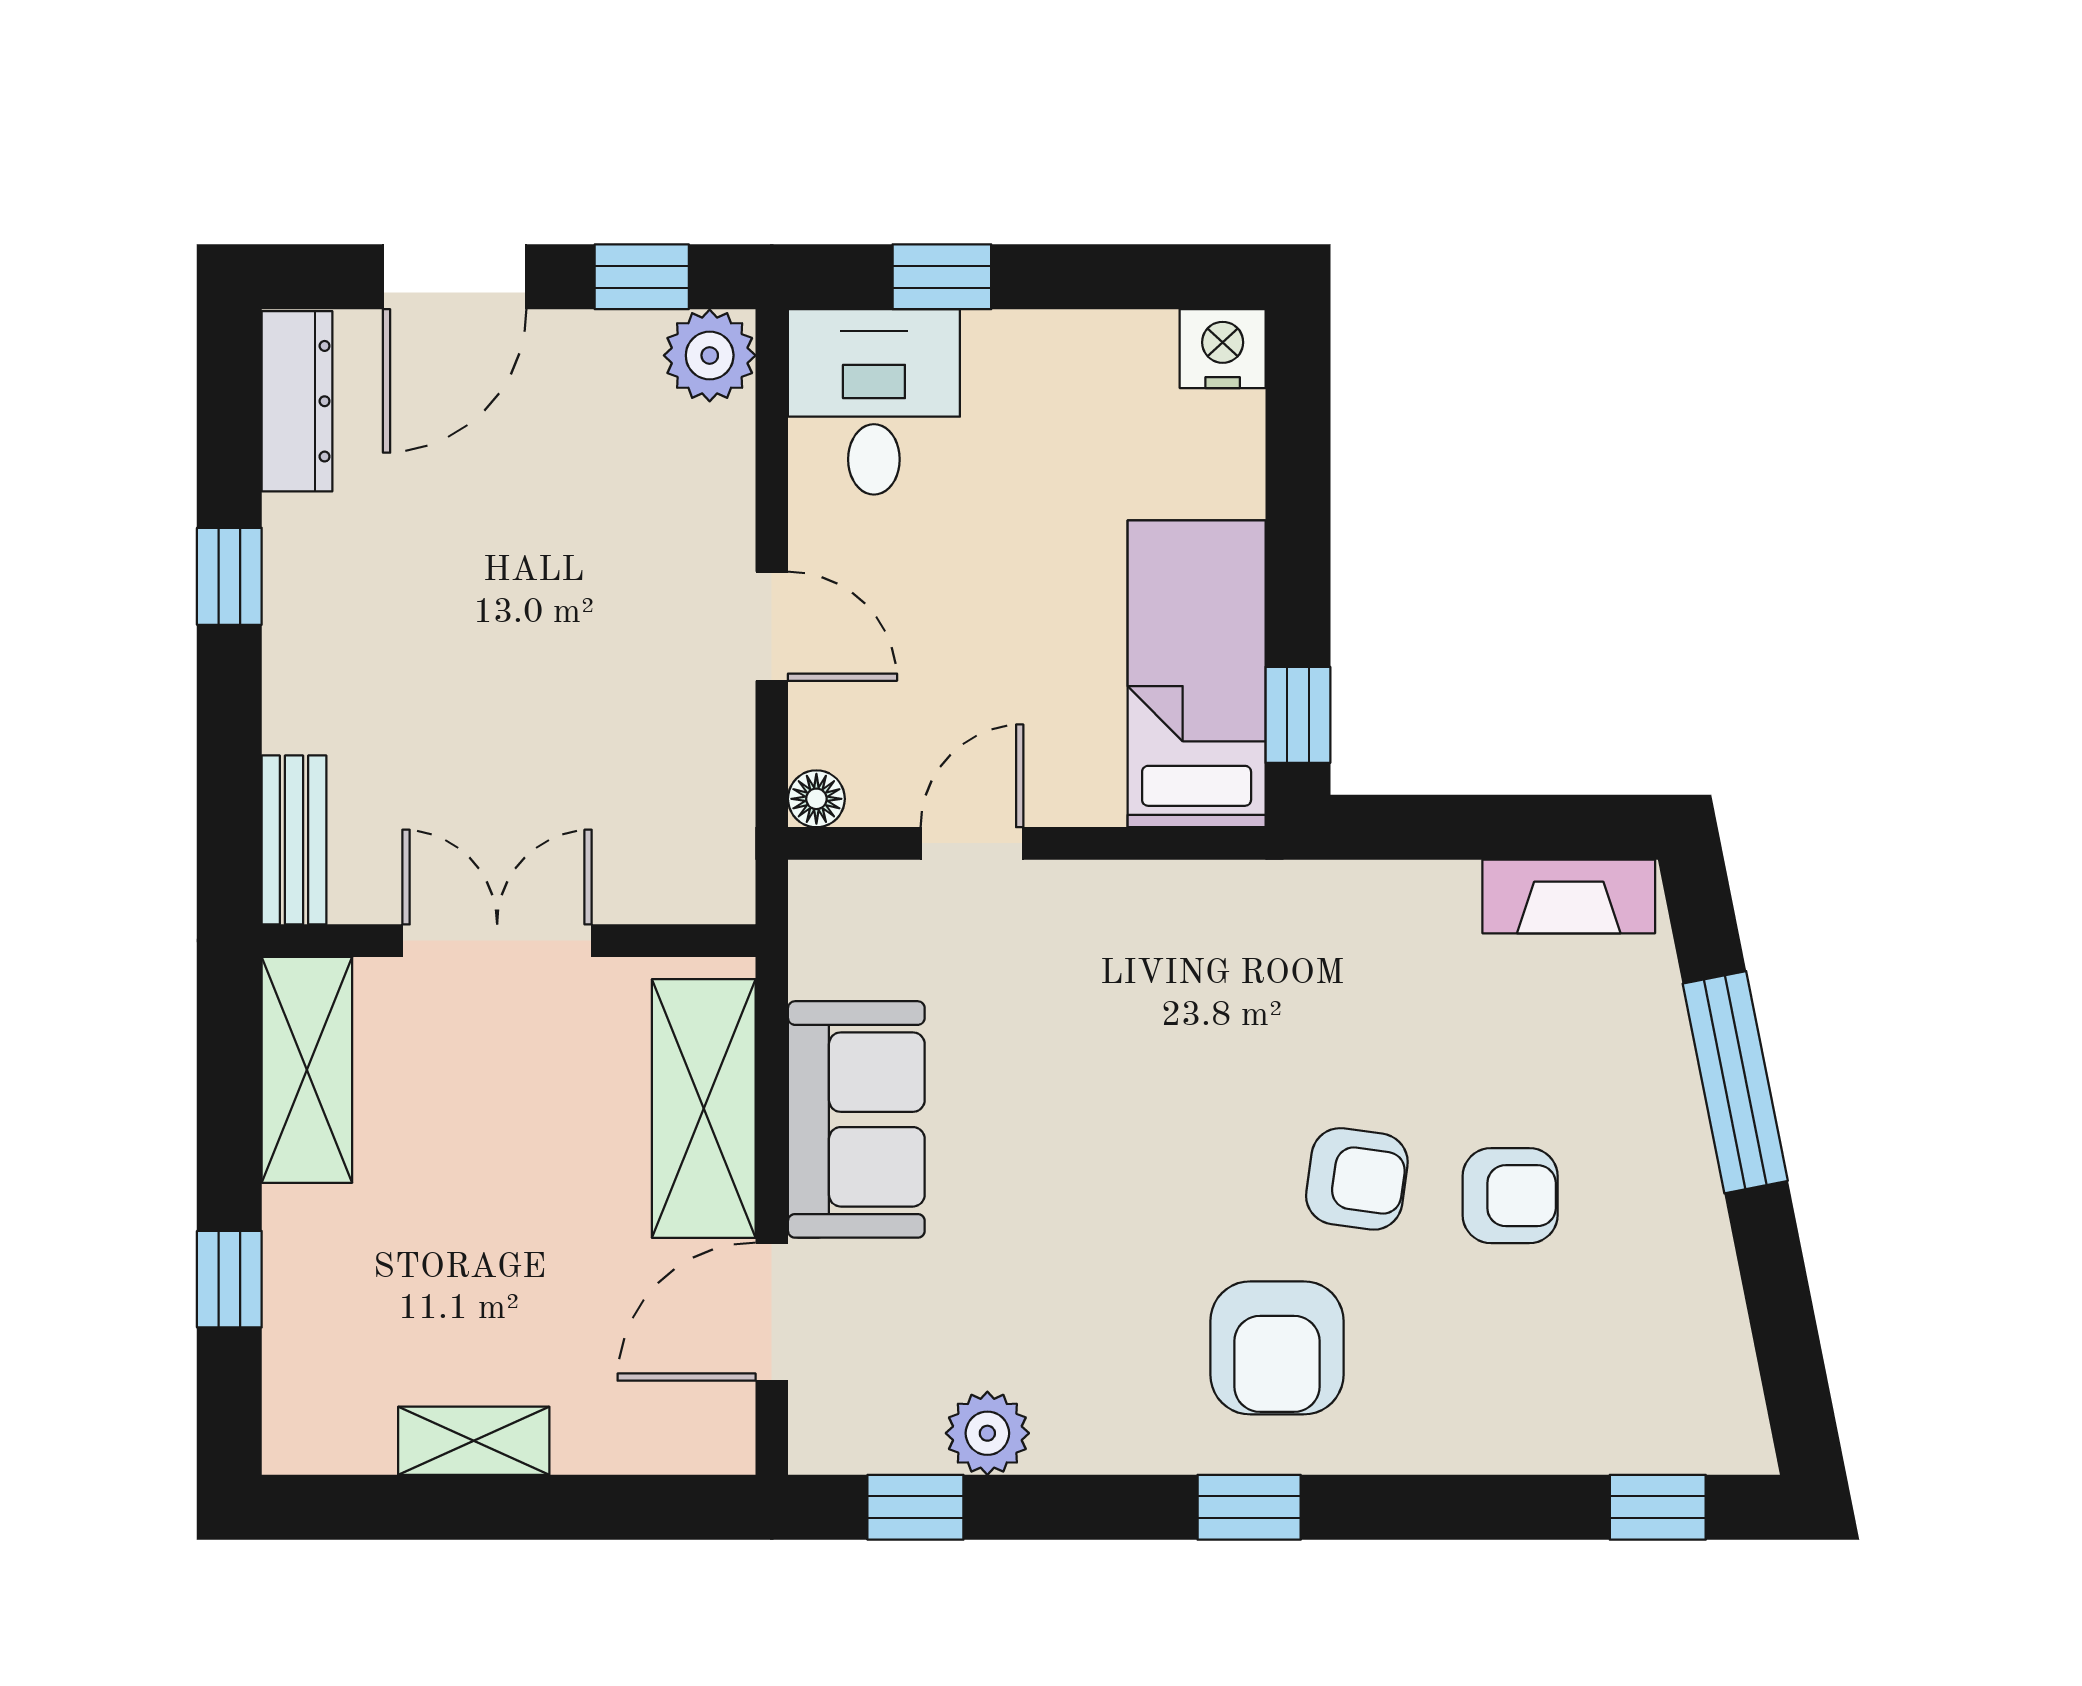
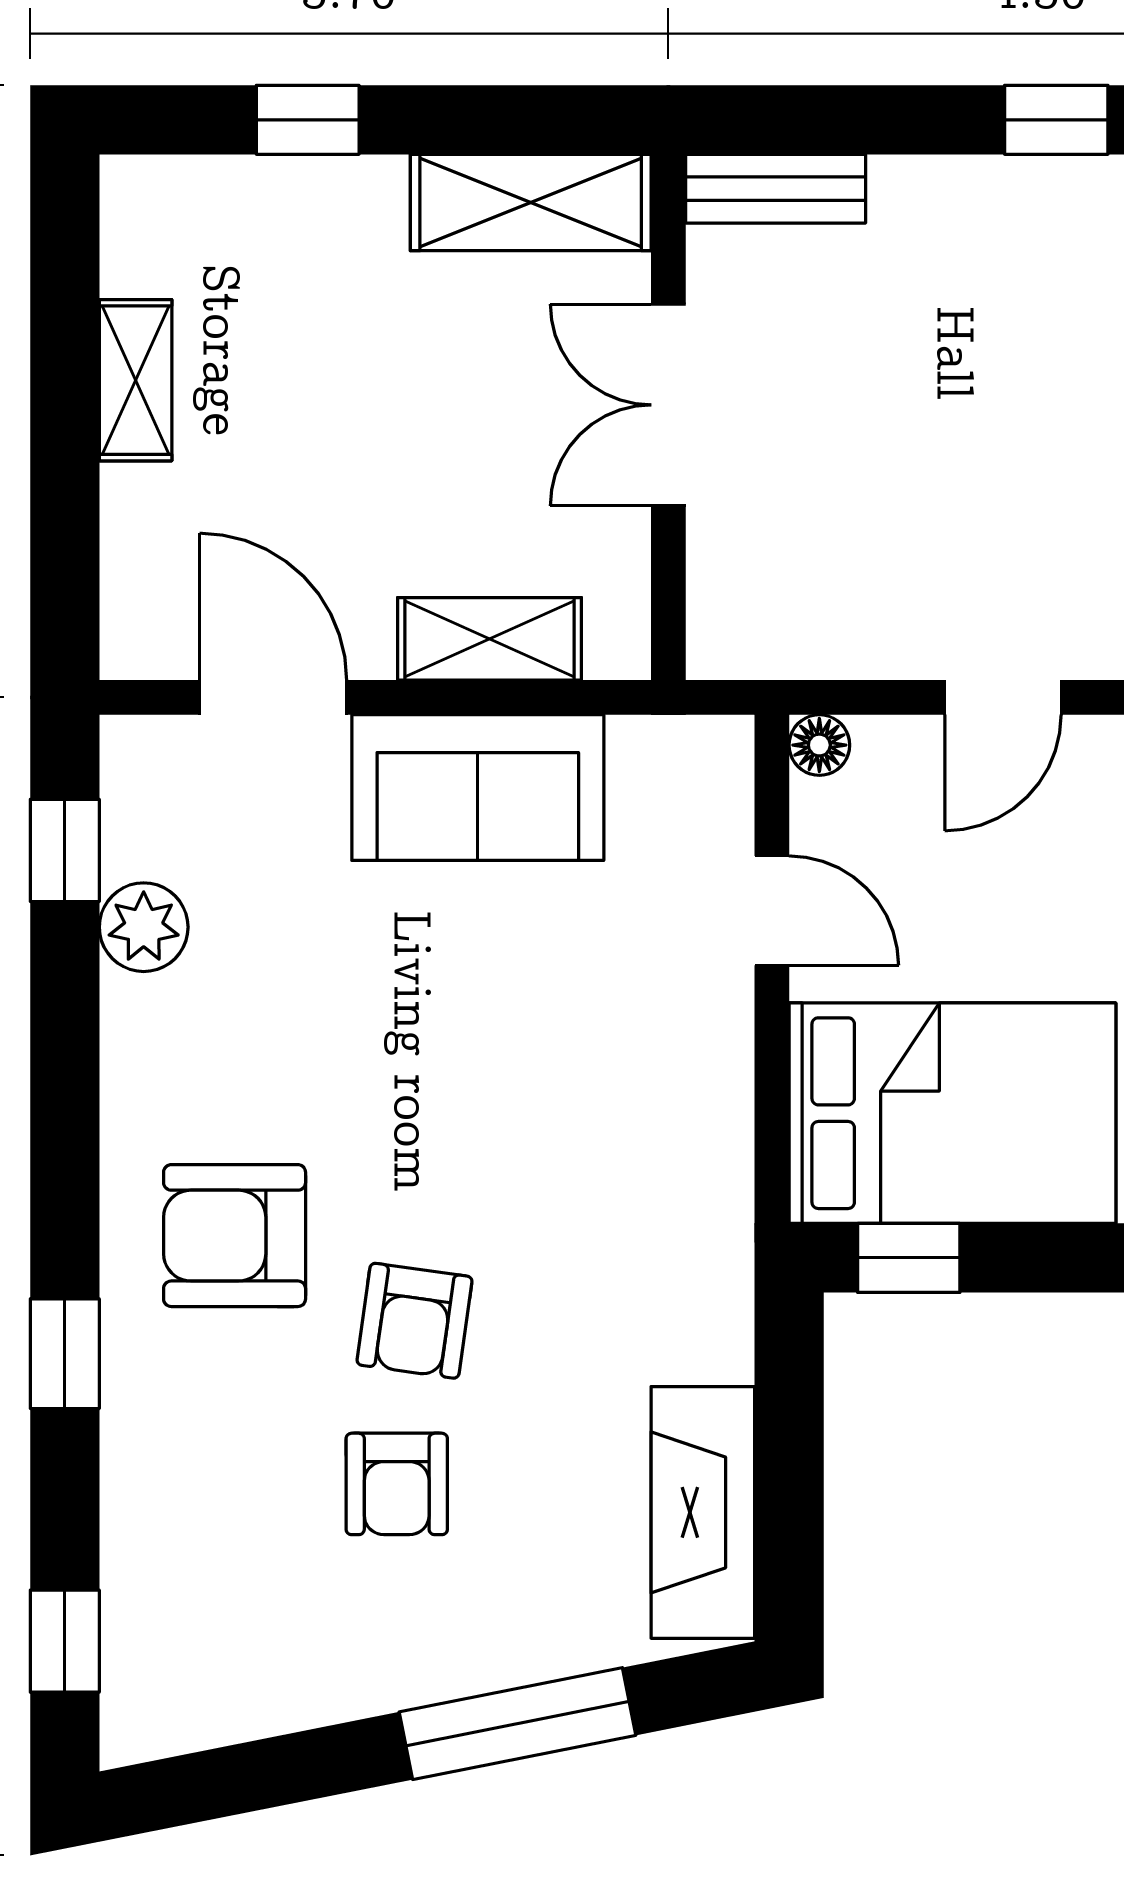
bed: (1197, 674) -> (952, 1113), width x1.50
fireplace: (1569, 896) -> (703, 1512), width x1.37, depth x1.32
double door: (497, 941) -> (668, 405), swing flipped
shelving: (704, 1108) -> (490, 639), width x0.67, depth x0.75
window: (1249, 1507) -> (65, 1354), moved

